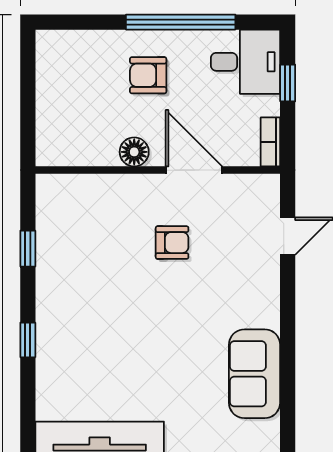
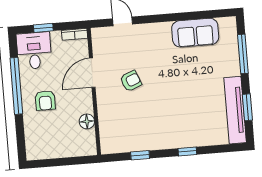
floor lamp: (134, 152) -> (87, 121), moved
armchair: (172, 243) -> (131, 81), turned 68

